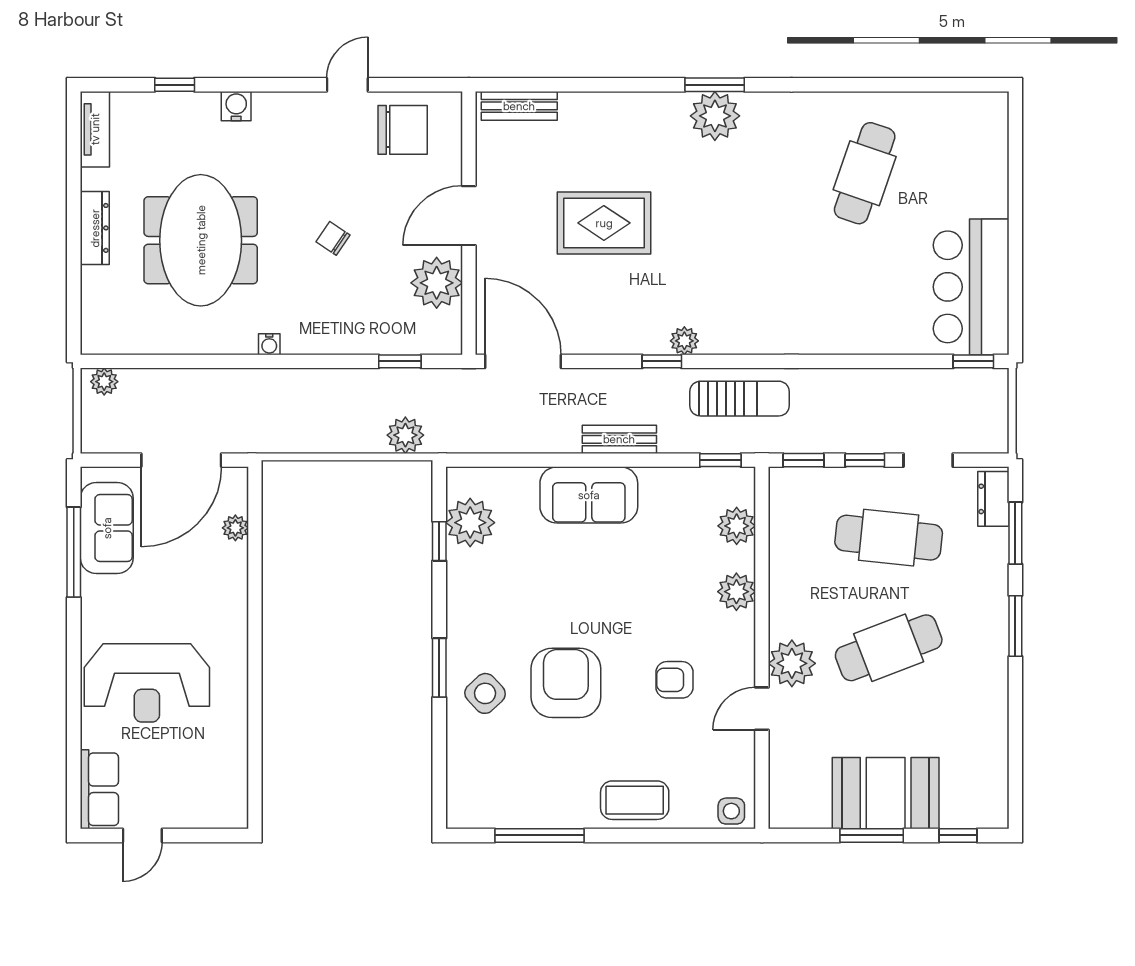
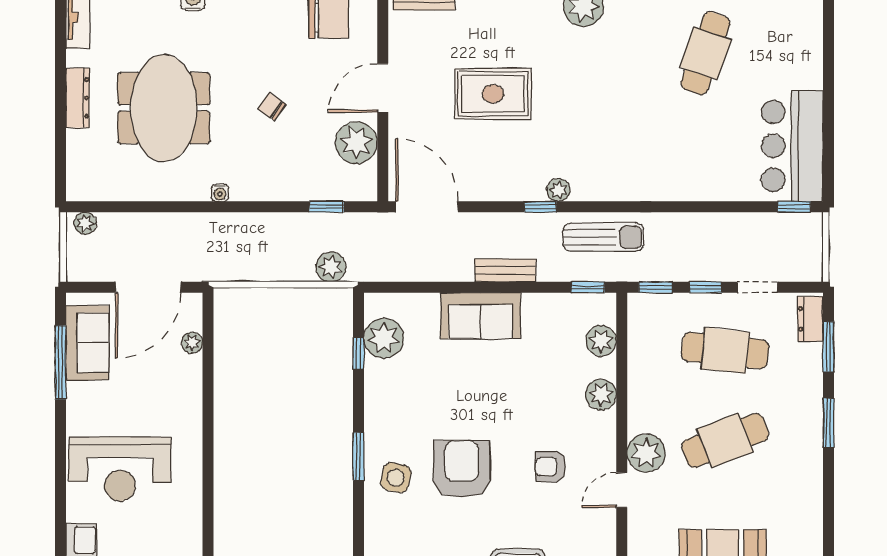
side table: (485, 693) -> (396, 478), turned -35

